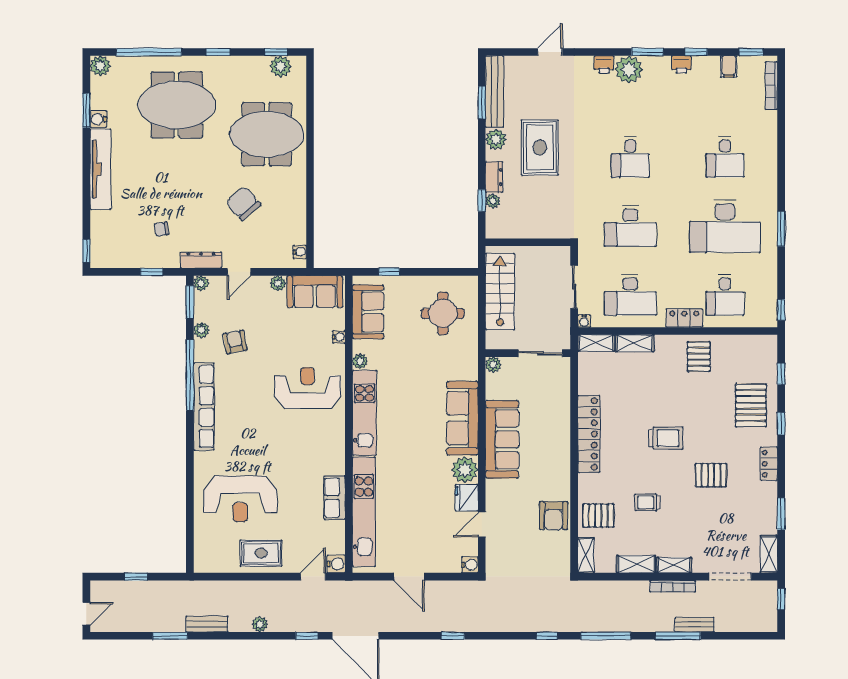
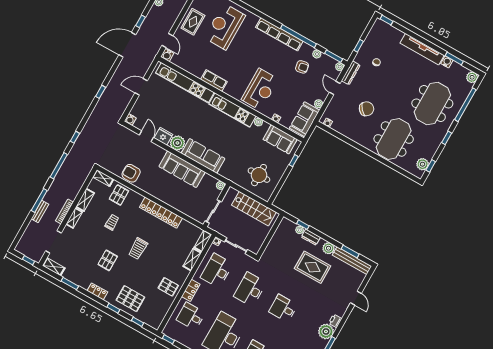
row of seats: (335, 498) -> (214, 81), moved

